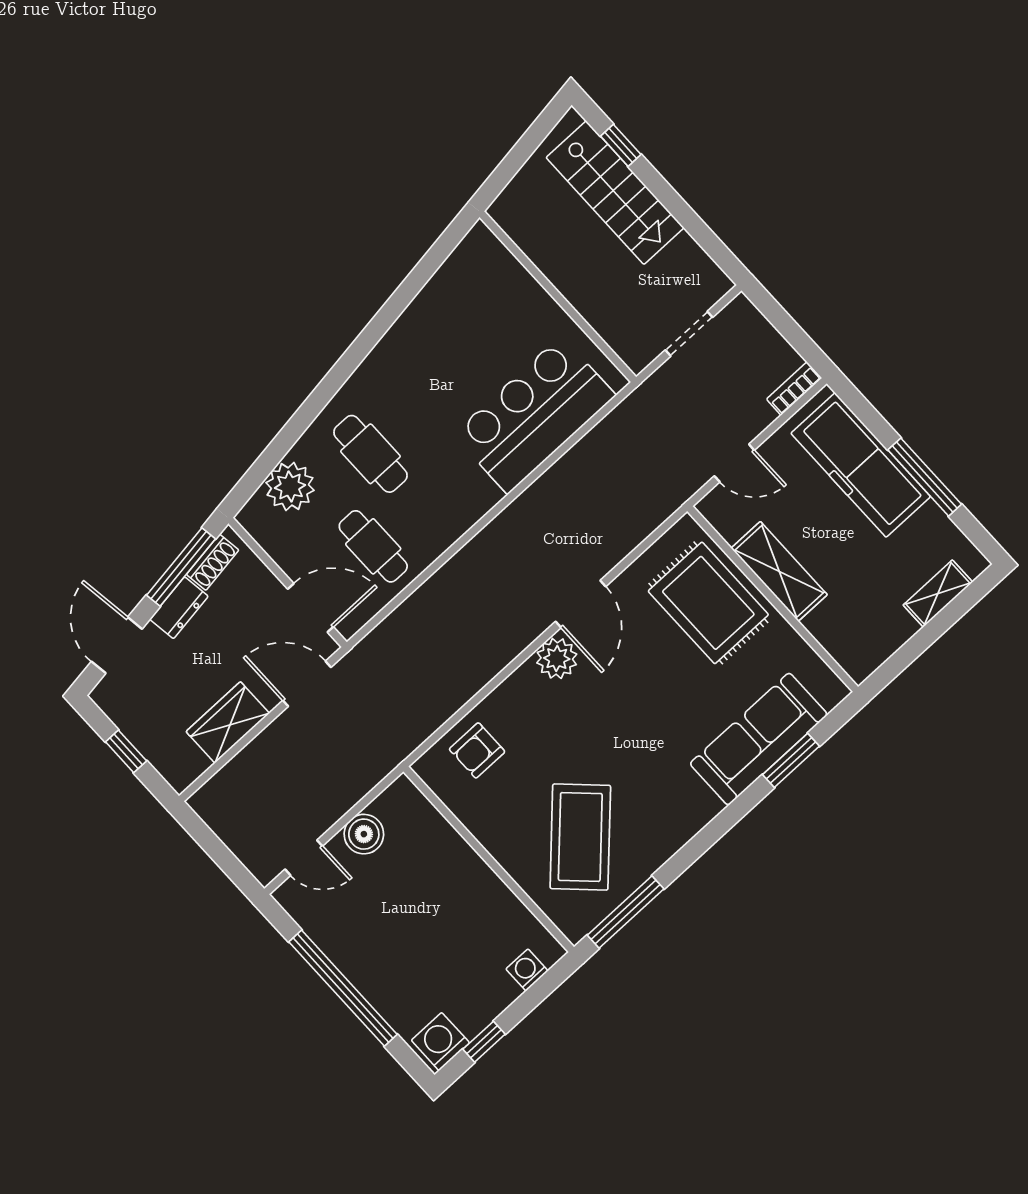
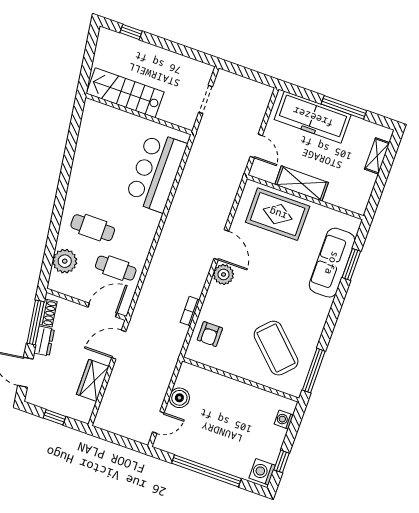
stairs: (615, 193) -> (125, 93), moved, turned 180
bookcase: (794, 389) -> (190, 311), moved
door: (734, 463) -> (256, 146), hinge flipped

